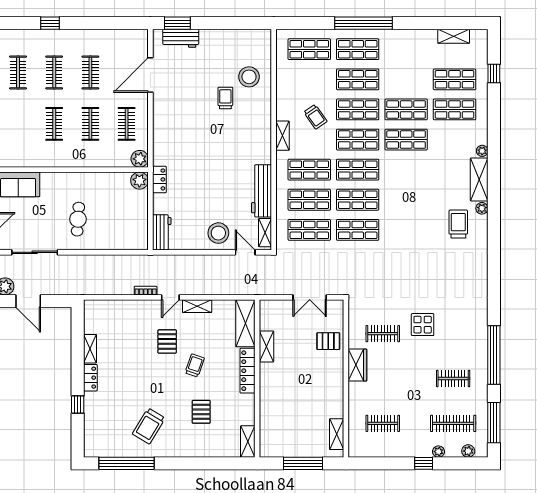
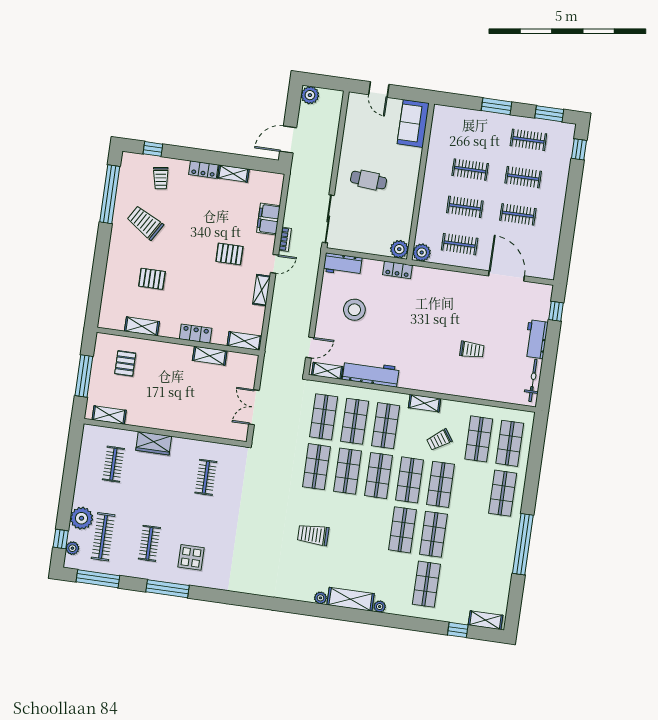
window: (50, 23) -> (579, 149), moved
window: (177, 23) -> (556, 311), width x0.67
window: (364, 23) -> (523, 544), moved
bicycle: (246, 36) -> (533, 380), added
shelving: (454, 36) -> (486, 620), moved, turned 90
workbench: (181, 38) -> (536, 339), moved
stool: (249, 77) -> (490, 377), removed
shop shelf: (358, 79) -> (479, 439), moved
shop shelf: (455, 79) -> (457, 589), removed
trolley: (458, 224) -> (313, 535), moved, turned 180
stool: (218, 233) -> (354, 310), moved
sliding door: (35, 252) -> (328, 219), moved
door: (170, 297) -> (274, 264), swing flipped
door: (28, 301) -> (288, 139), moved
filing cabinet: (129, 309) -> (268, 219), added
shelving: (245, 323) -> (244, 341), width x0.67, depth x0.75
display table: (423, 325) -> (191, 557), moved
pallet: (328, 341) -> (125, 363), moved
window: (494, 355) -> (167, 589), width x0.68
trolley: (195, 365) -> (161, 178), moved, turned 63
wardrobe: (357, 365) -> (154, 443), moved
locker: (247, 371) -> (196, 334), width x0.66
window: (78, 405) -> (153, 149), moved
shelving: (248, 442) -> (142, 326), moved
plant: (438, 452) -> (81, 518), width x1.87, depth x1.87
window: (424, 463) -> (61, 539), moved

